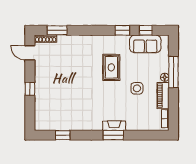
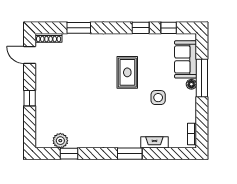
window: (57, 30) -> (79, 28), moved
sofa: (145, 44) -> (186, 59), moved, turned 90
piano: (163, 95) -> (189, 106), removed
plant: (56, 124) -> (60, 141), added
fireplace: (114, 126) -> (154, 142), moved

